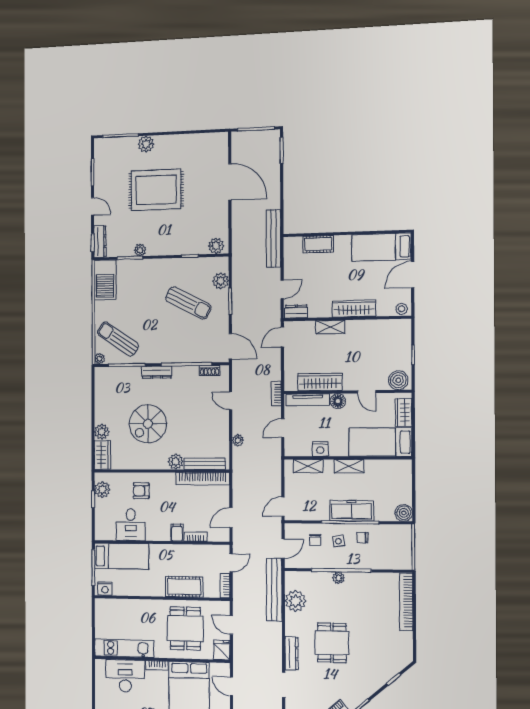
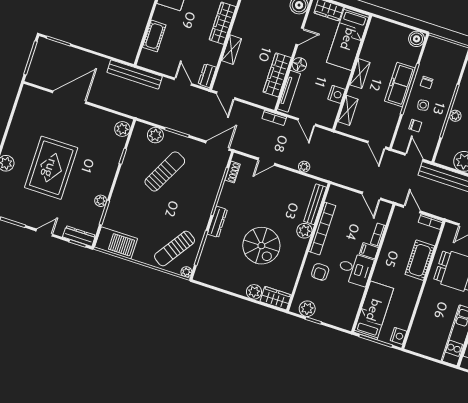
bookcase: (203, 479) -> (322, 228), moved
desk: (131, 525) -> (355, 269), moved

